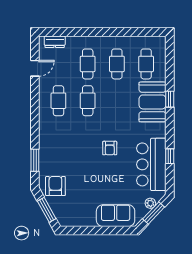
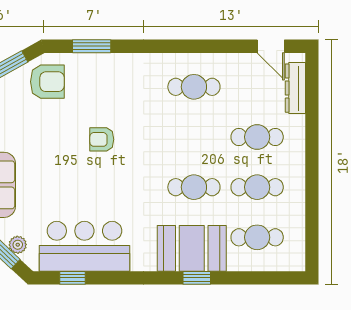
dresser: (55, 42) -> (295, 88), width x1.44
door: (35, 68) -> (271, 46), moved
cafe table: (88, 101) -> (194, 187), moved
armchair: (110, 148) -> (102, 139), moved
window: (170, 156) -> (72, 278), moved

